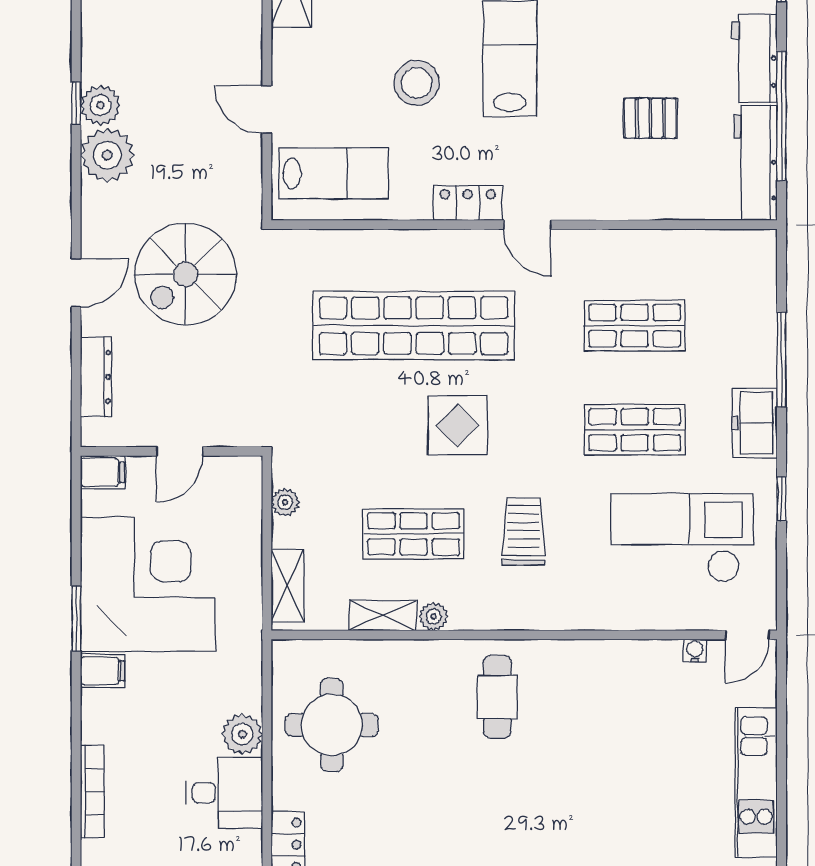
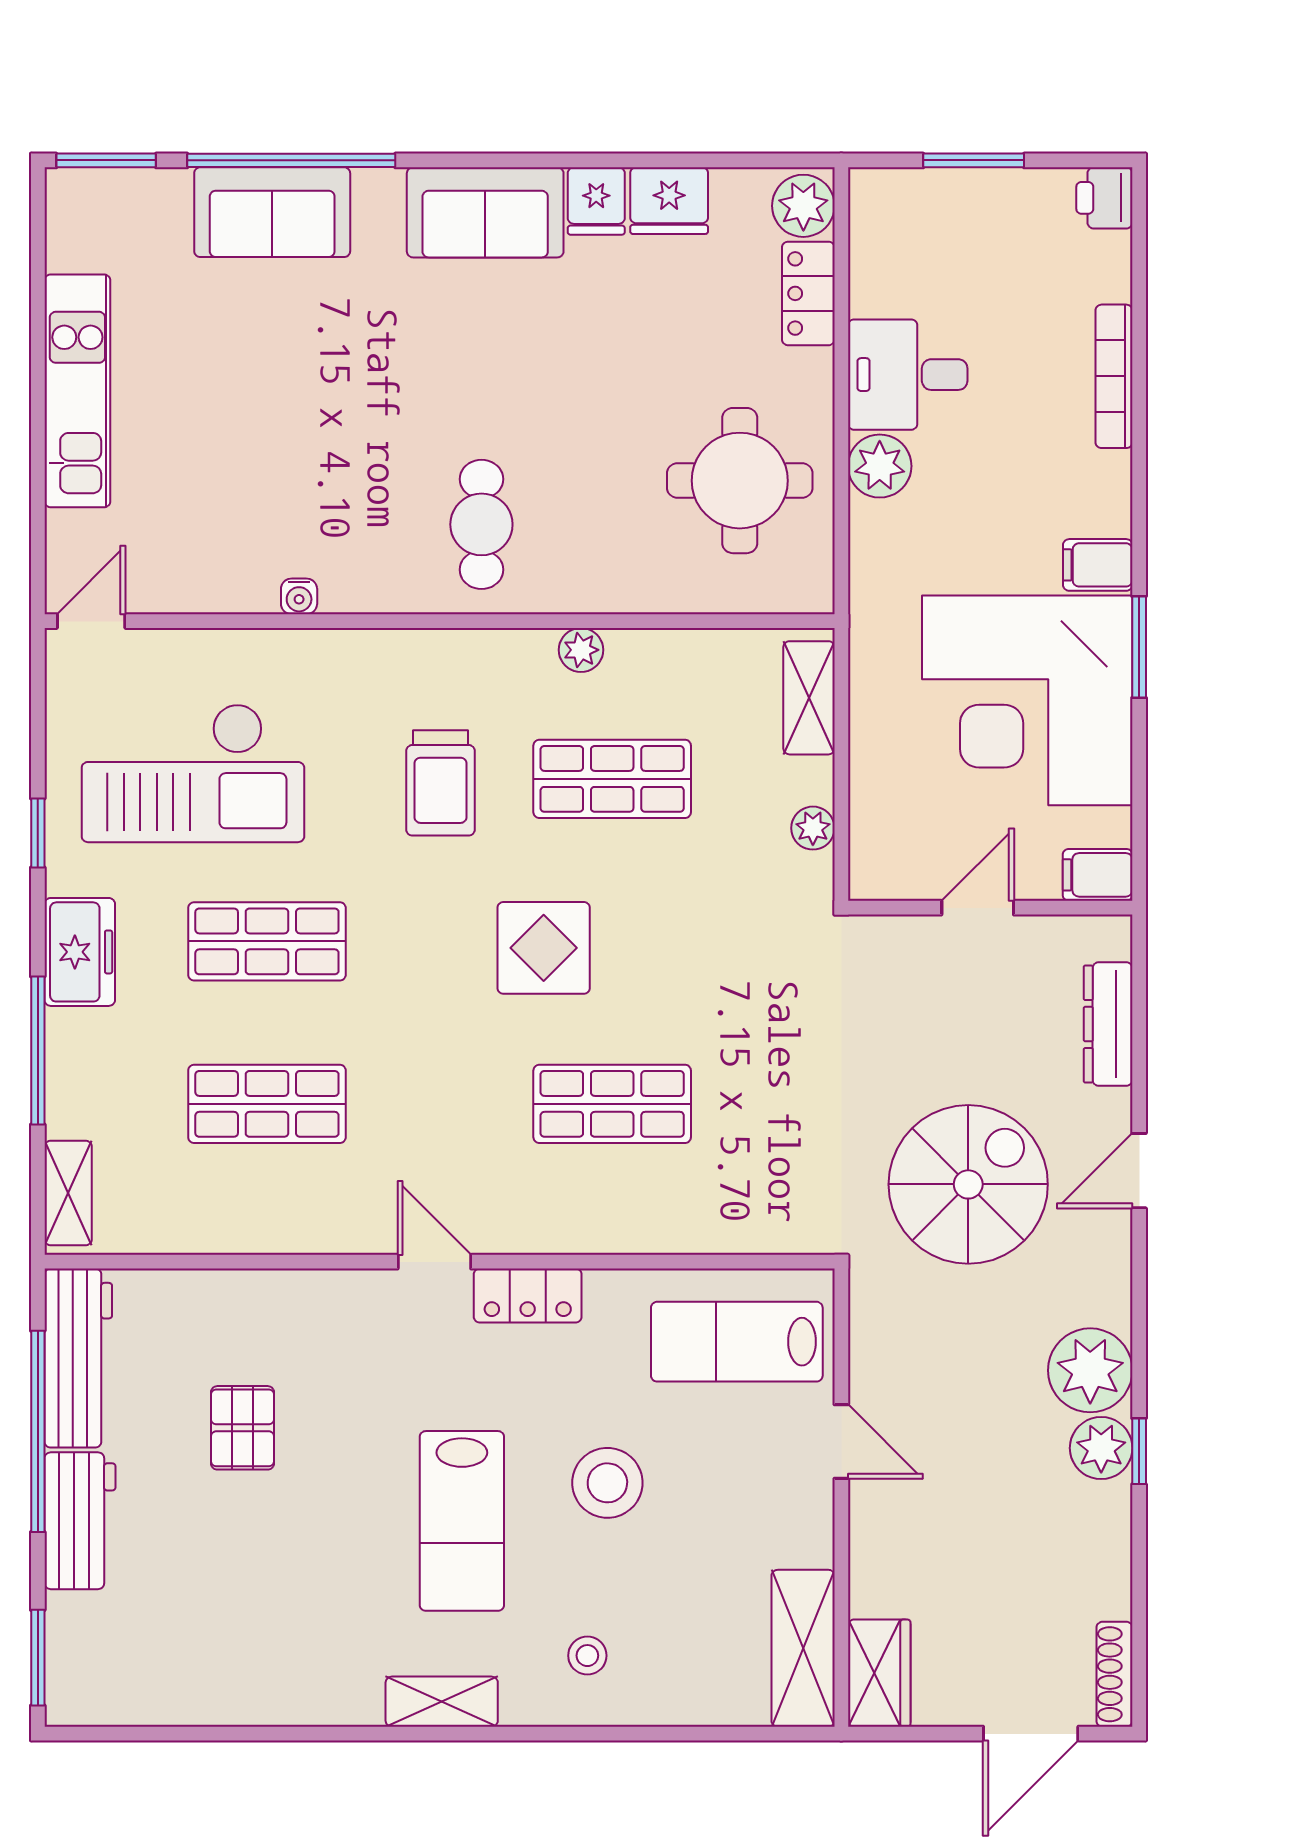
pallet: (650, 118) -> (242, 1428), turned 90
shop shelf: (414, 326) -> (612, 1104), width x0.50, depth x0.74
shelving: (383, 615) -> (68, 1193), moved, turned 90
water cooler: (695, 651) -> (299, 596), moved

